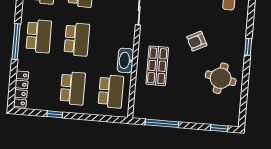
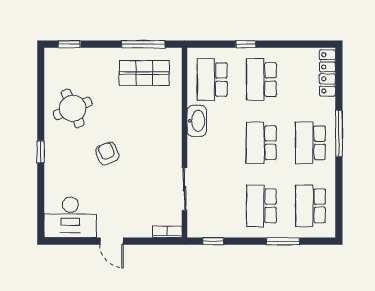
armchair: (197, 41) -> (107, 153), turned -86
shop shelf: (157, 66) -> (144, 73), moved, turned 90
round table: (221, 78) -> (73, 108), turned -35
window: (55, 114) -> (246, 44), moved

